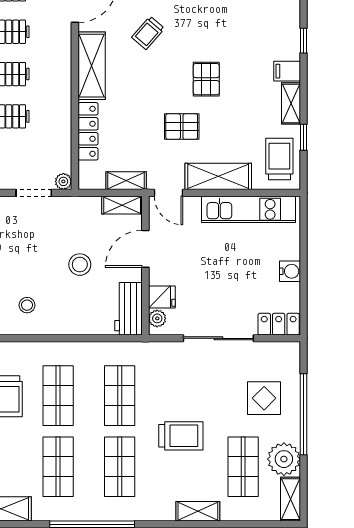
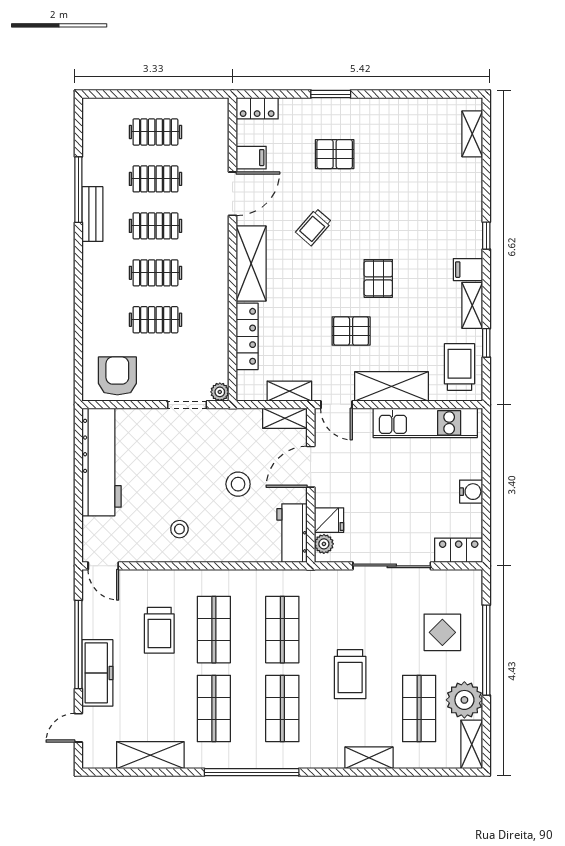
trolley: (181, 436) -> (350, 674), turned 90

